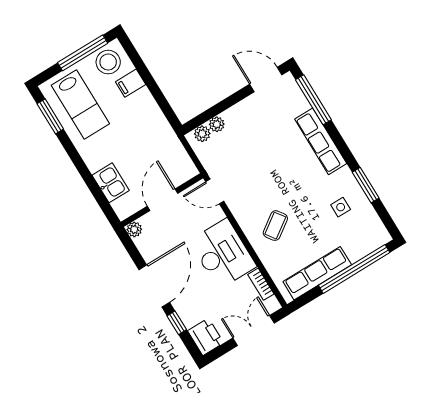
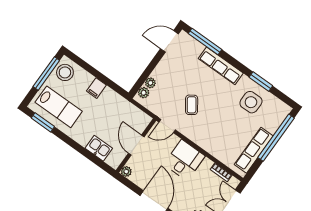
filing cabinet: (131, 83) -> (96, 88), moved
side table: (341, 207) -> (251, 102), width x1.87, depth x1.87
coffee table: (275, 226) -> (192, 105), moved
desk: (223, 254) -> (184, 160), width x0.73

